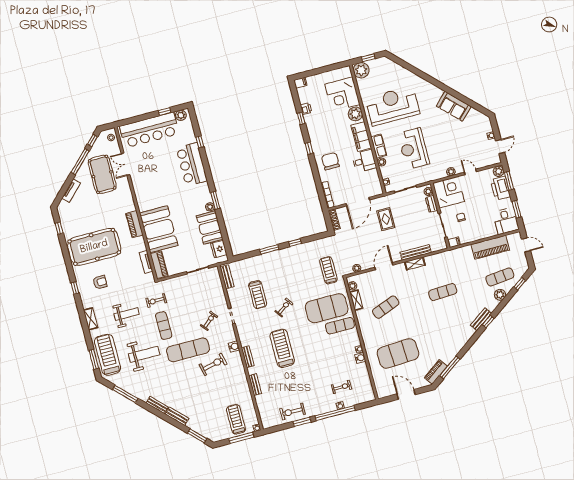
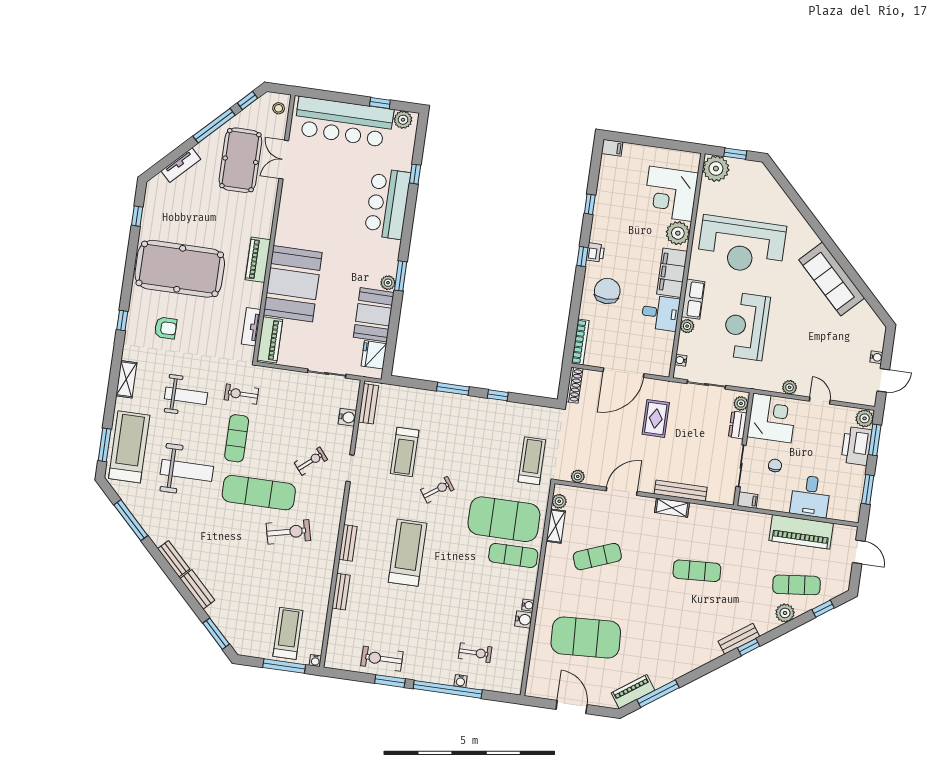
reception desk: (393, 106) -> (742, 245), turned 180
sofa: (454, 106) -> (832, 279), width x1.36
printer: (306, 109) -> (595, 252), moved
desk: (506, 221) -> (810, 496), moved
water cooler: (234, 347) -> (347, 417), moved

